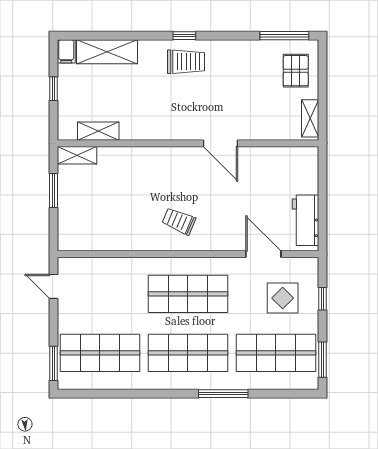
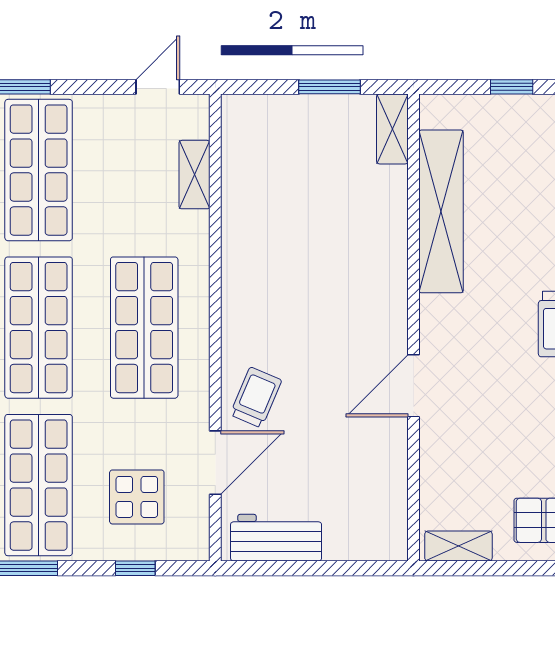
shelving: (98, 131) -> (441, 211), width x2.20, depth x1.33
trolley: (179, 221) -> (256, 397), moved
shelving: (103, 266) -> (194, 175), added

